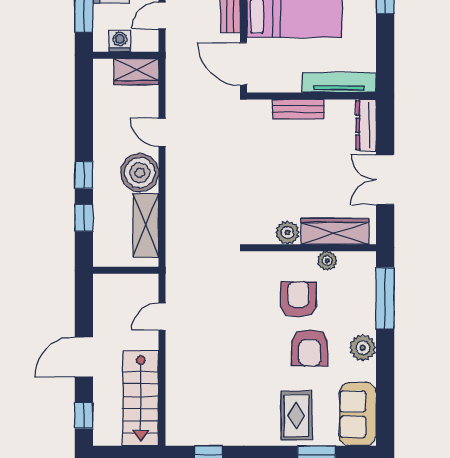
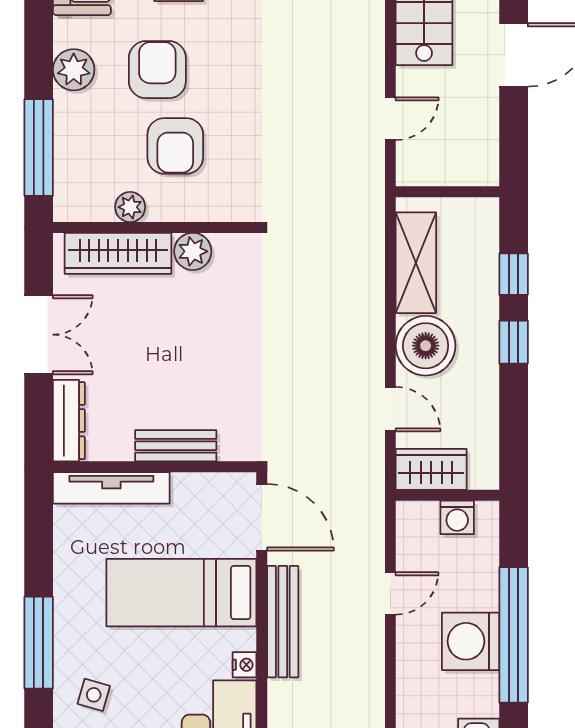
washing machine: (120, 41) -> (457, 517), moved
wall: (126, 55) -> (448, 495), moved
wardrobe: (136, 72) -> (431, 469), moved

